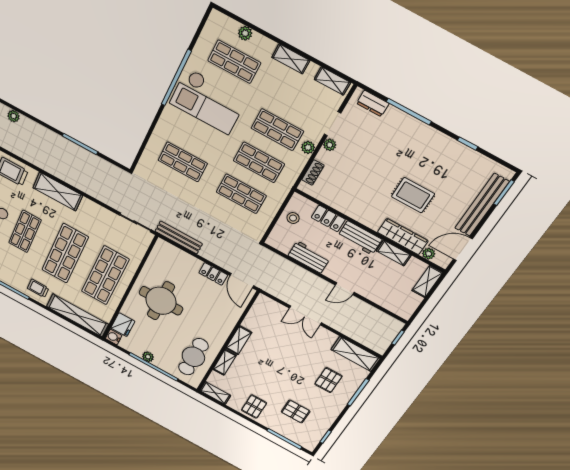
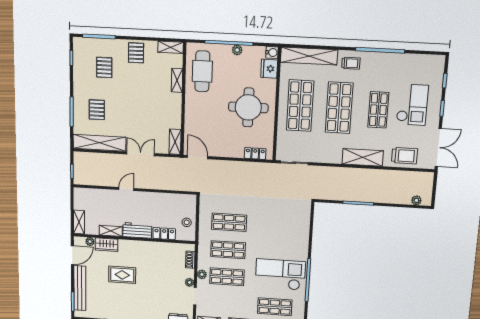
shop shelf: (183, 162) -> (279, 225), removed
bench: (179, 237) -> (257, 167), removed
wardrobe: (403, 237) -> (106, 245), width x0.67
workbench: (309, 257) -> (162, 200), removed
locker: (213, 274) -> (255, 153), moved
shelving: (239, 340) -> (175, 142), moved
shelving: (356, 354) -> (99, 143), width x1.47
pallet: (296, 412) -> (104, 67), turned 90

